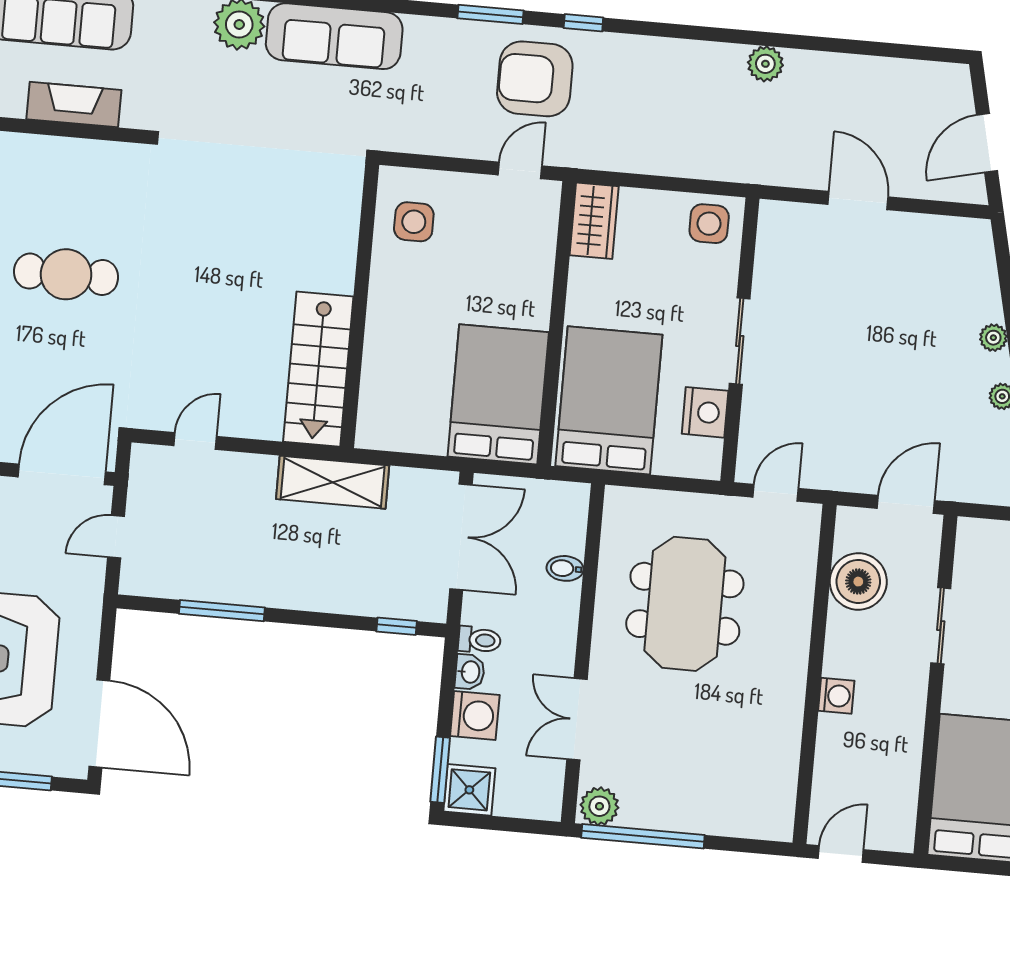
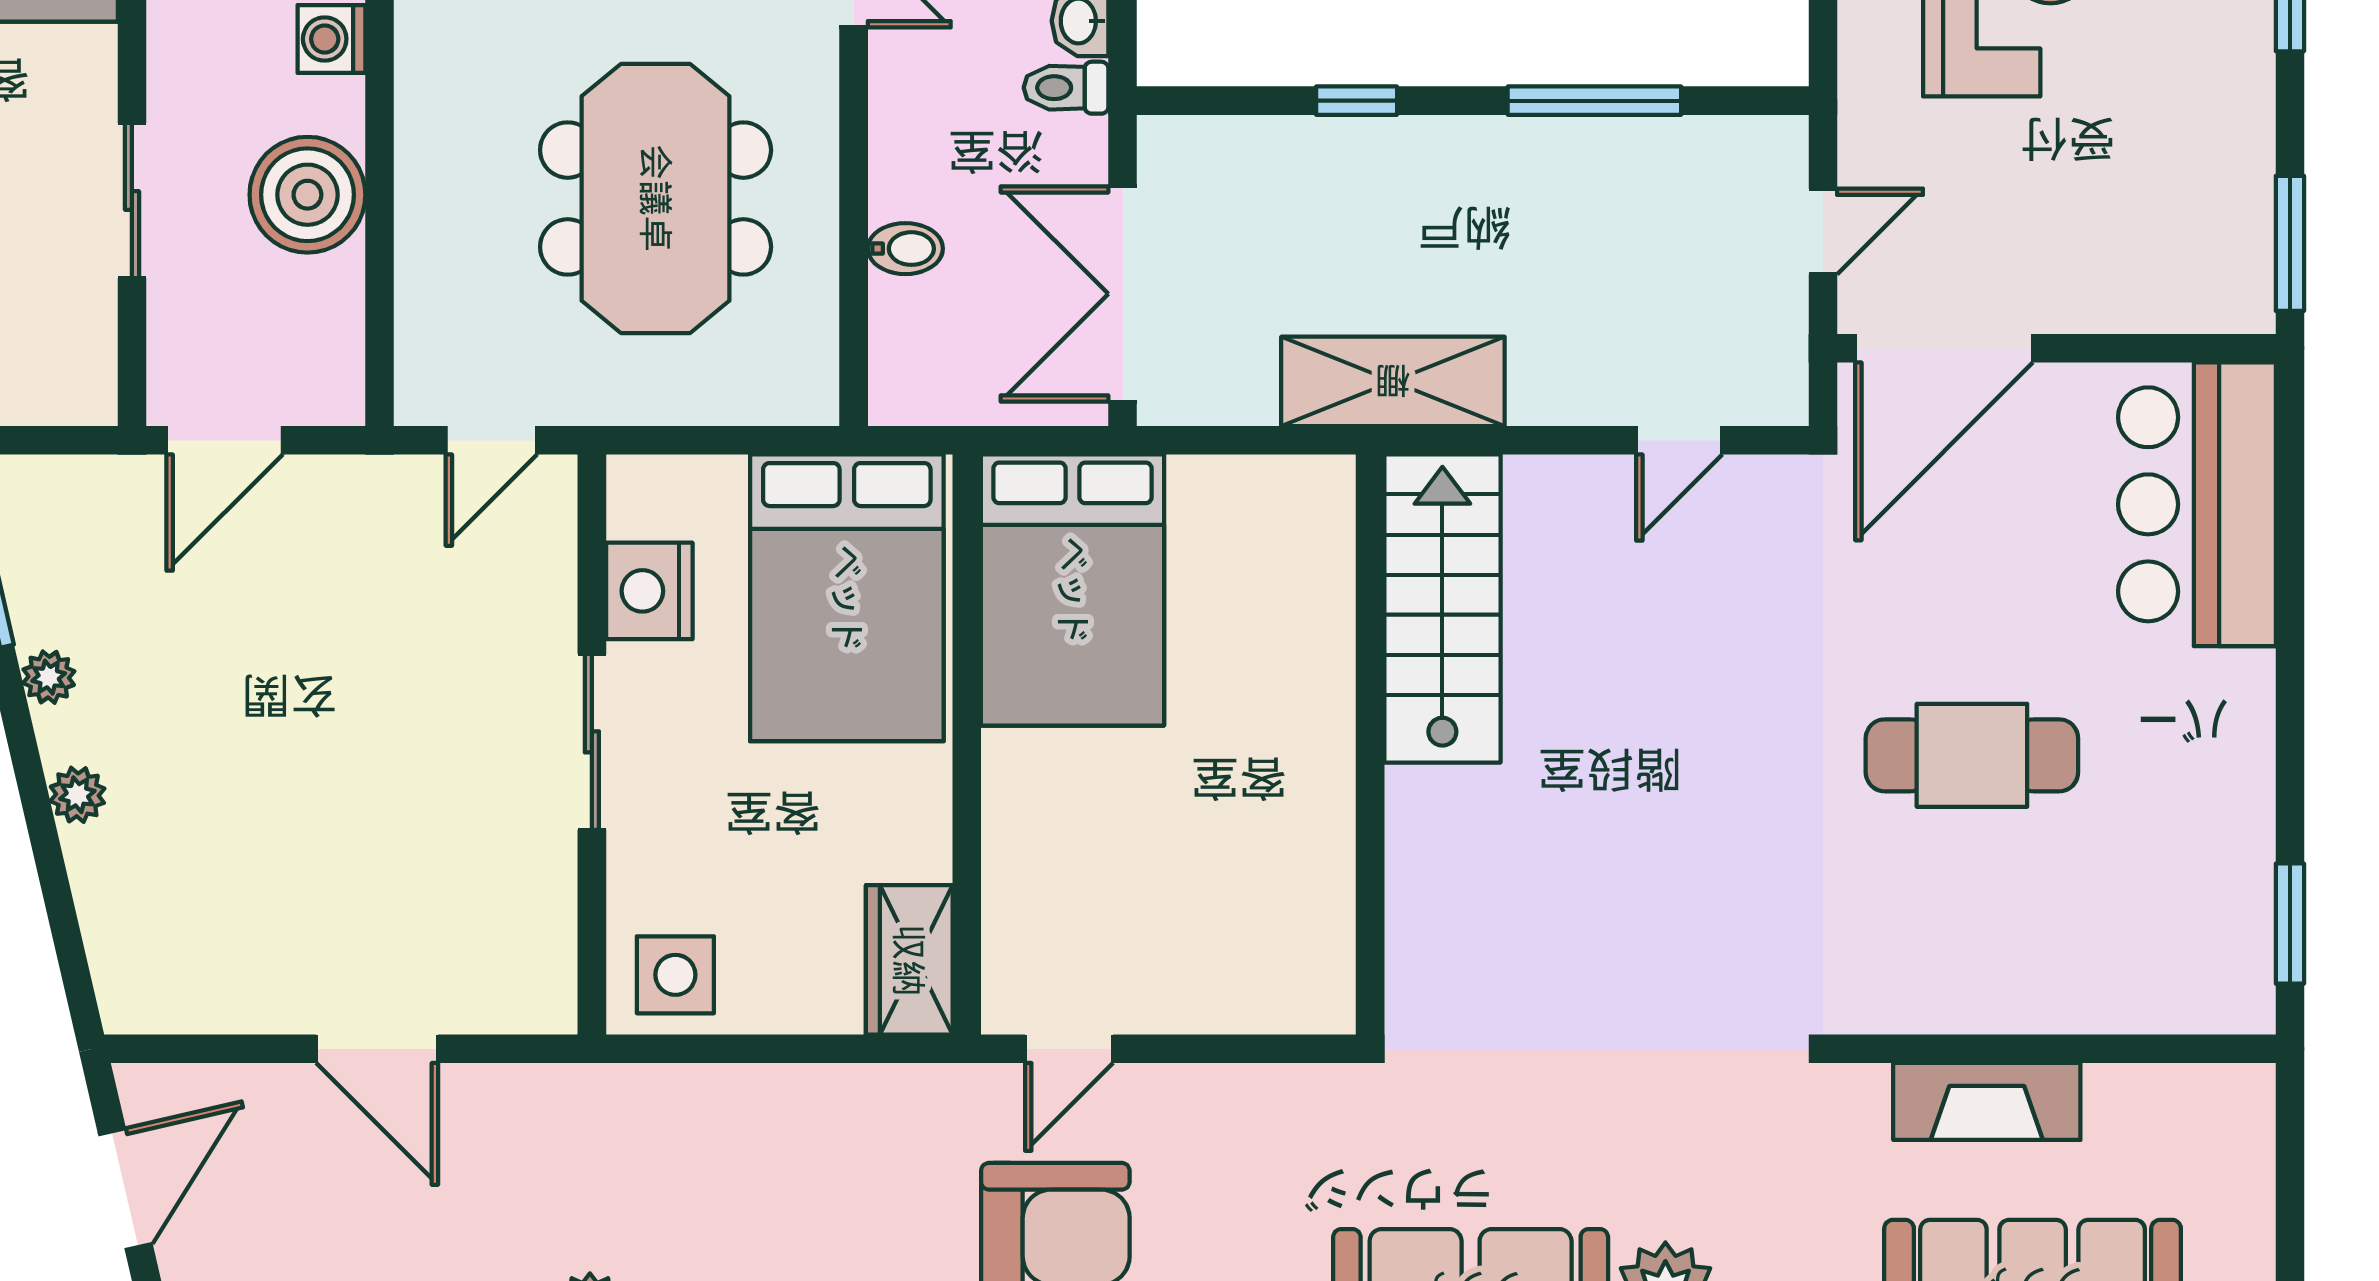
side table: (414, 222) -> (1275, 925), removed
boiler: (858, 582) -> (307, 195), moved
window: (397, 626) -> (1357, 101), moved

